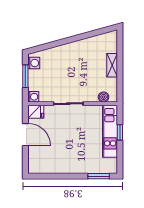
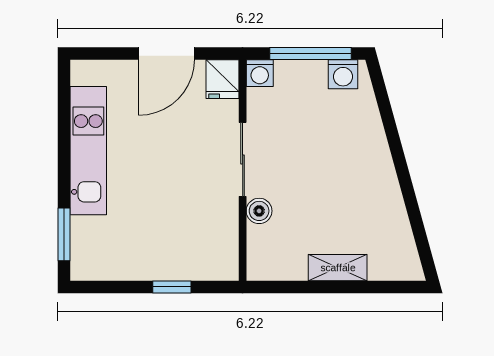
window: (25, 76) -> (310, 53), width x1.44
boiler: (103, 97) -> (259, 211), moved
kitchen unit: (110, 131) -> (88, 151), moved, turned 90

